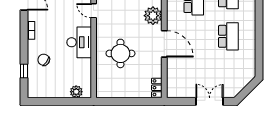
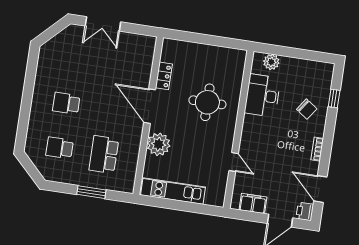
school desk: (228, 36) -> (66, 103), width x0.54
desk: (79, 42) -> (262, 95), moved
locker: (157, 88) -> (164, 76), moved

